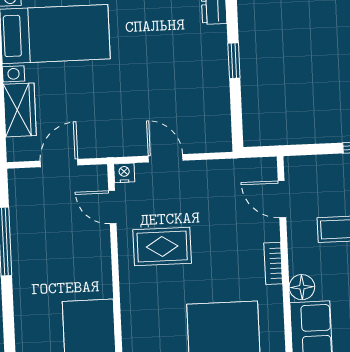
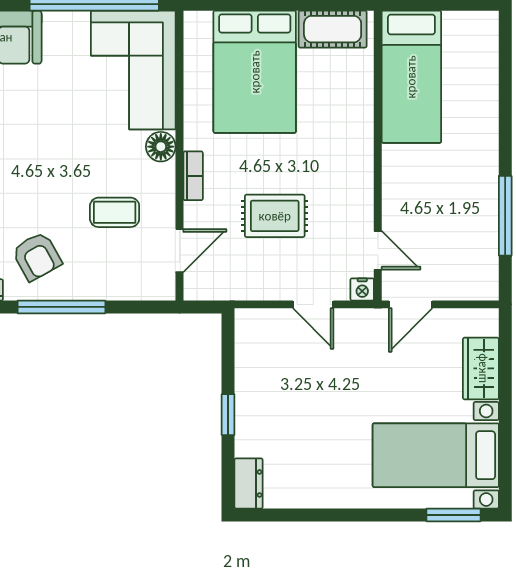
door: (59, 163) -> (411, 304), moved
door: (282, 199) -> (179, 251), hinge flipped
rug: (162, 247) -> (275, 216), moved

